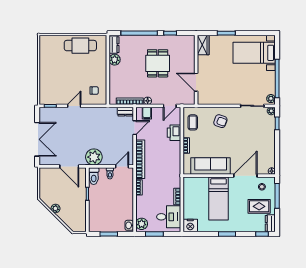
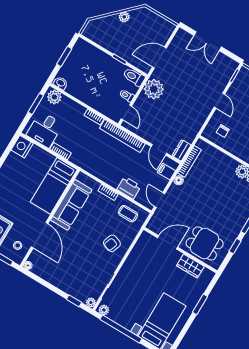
wardrobe: (203, 45) -> (190, 266), moved
dining table: (158, 63) -> (205, 243), moved
double door: (37, 139) -> (208, 41), width x0.73
bed: (218, 198) -> (54, 186), moved, turned -90

